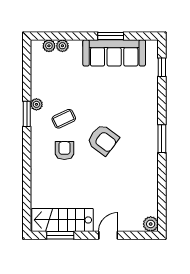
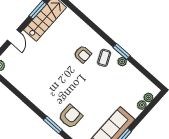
coffee table: (64, 119) -> (104, 58), moved
window: (162, 139) -> (53, 125), moved
armchair: (103, 140) -> (71, 117), moved, turned 143

